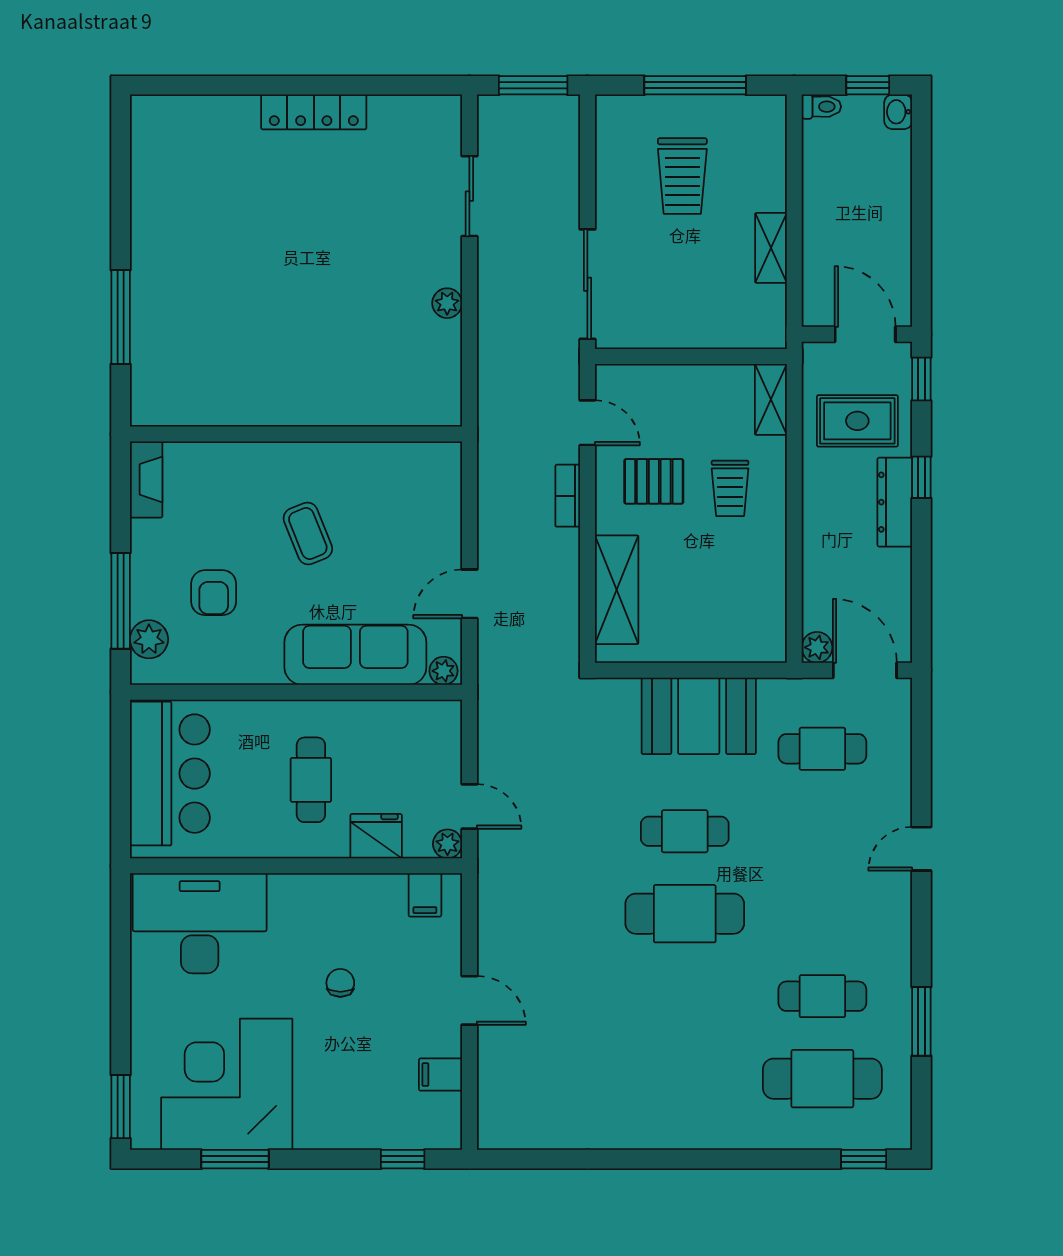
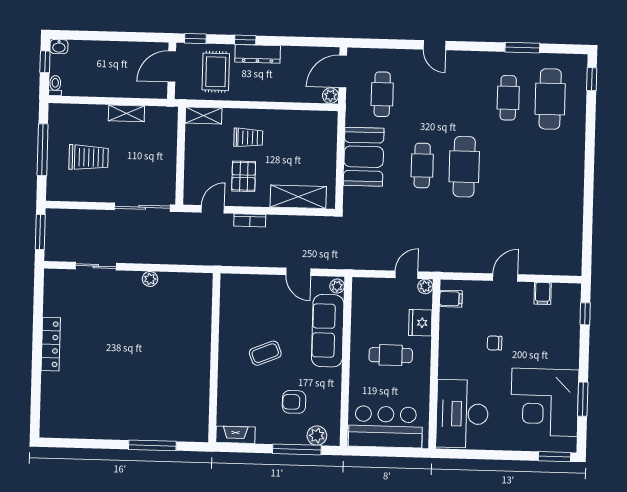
armchair: (214, 593) -> (294, 402), turned 180

